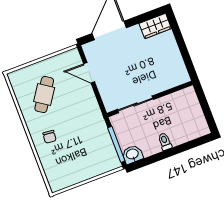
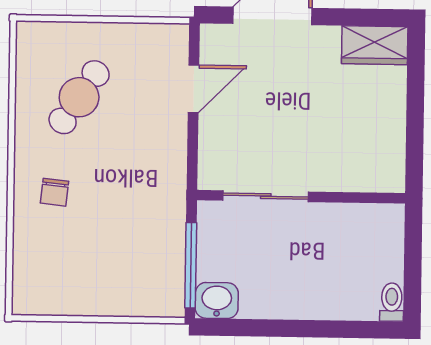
door: (89, 73) -> (193, 89), swing flipped
toilet: (165, 142) -> (392, 302), moved

